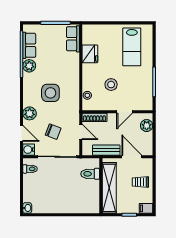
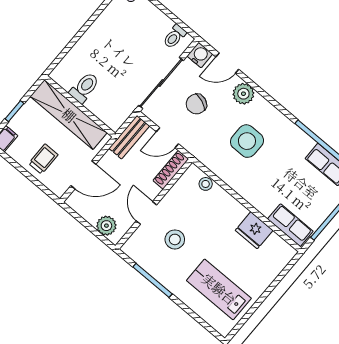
plant: (29, 66) -> (303, 143), removed
stool: (111, 85) -> (175, 239), moved
bench: (106, 150) -> (129, 137), moved
toilet: (90, 174) -> (84, 88), moved

